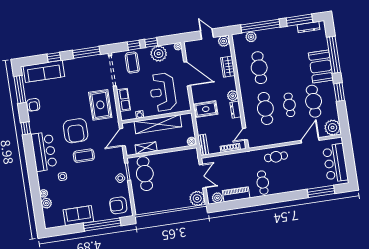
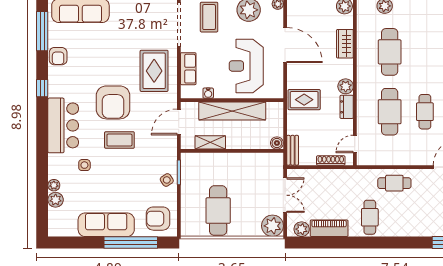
cafe table: (145, 174) -> (218, 211), moved
sofa: (78, 216) -> (106, 225), width x1.36

